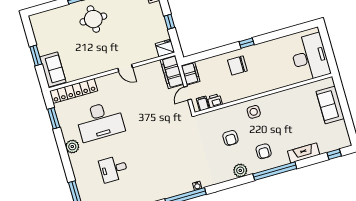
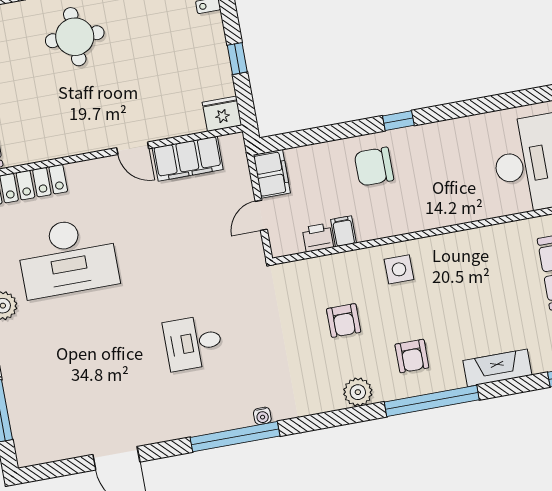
filing cabinet: (172, 72) -> (188, 159), moved, turned -90
filing cabinet: (203, 103) -> (343, 231), moved
desk: (114, 169) -> (193, 343), moved

